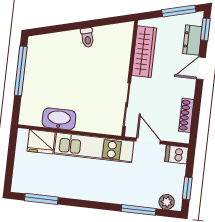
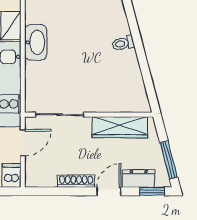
toilet: (87, 38) -> (123, 43), moved
door: (201, 68) -> (109, 191), hinge flipped
shoe rack: (186, 115) -> (76, 181), moved

